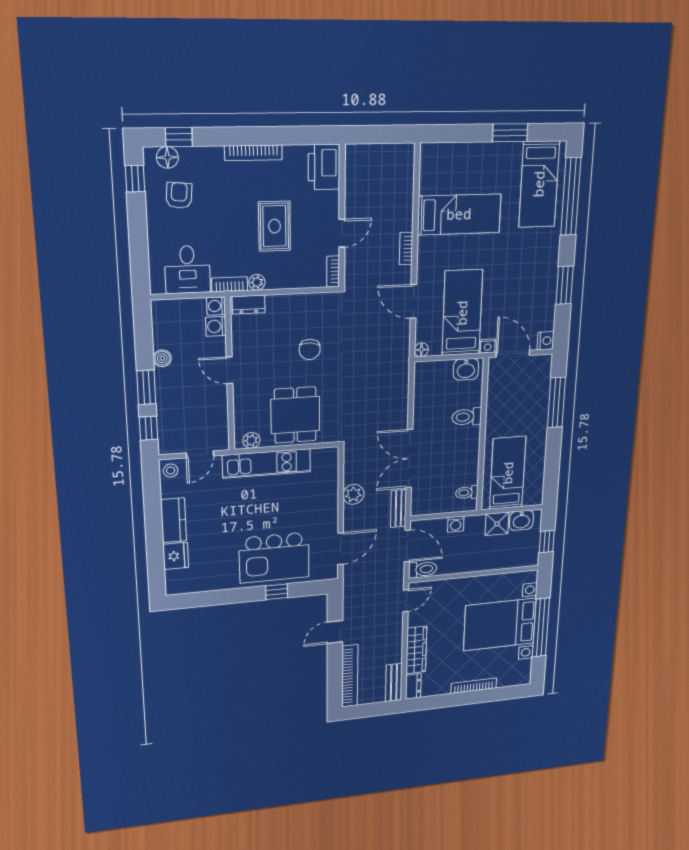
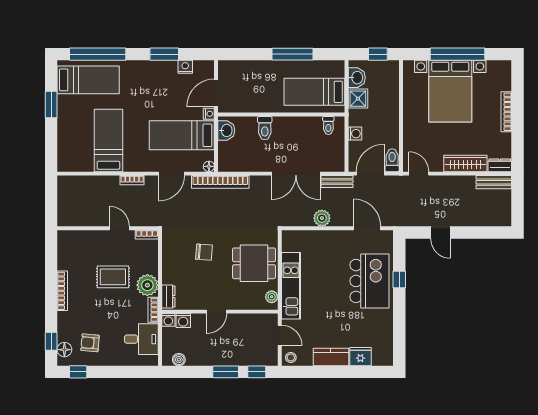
printer: (324, 167) -> (73, 241), removed
plant: (257, 282) -> (147, 285), width x1.87, depth x1.87
nightstand: (546, 341) -> (185, 67), moved
boiler: (162, 358) -> (179, 360), moved
window: (556, 402) -> (293, 54), moved
bookcase: (350, 676) -> (220, 182), moved, turned 180

